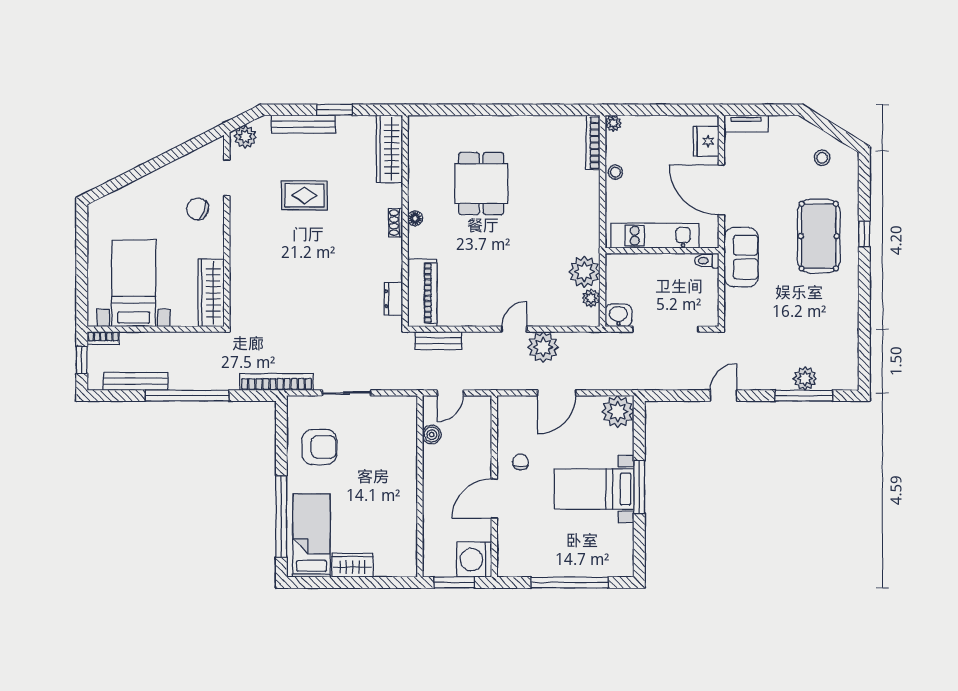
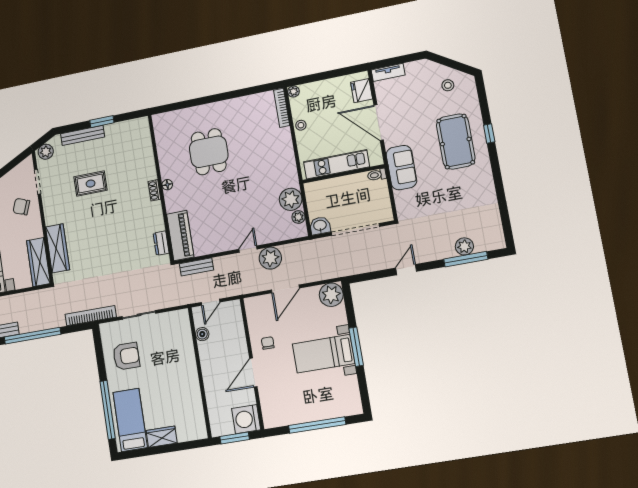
wardrobe: (390, 149) -> (58, 248), moved, turned 180

